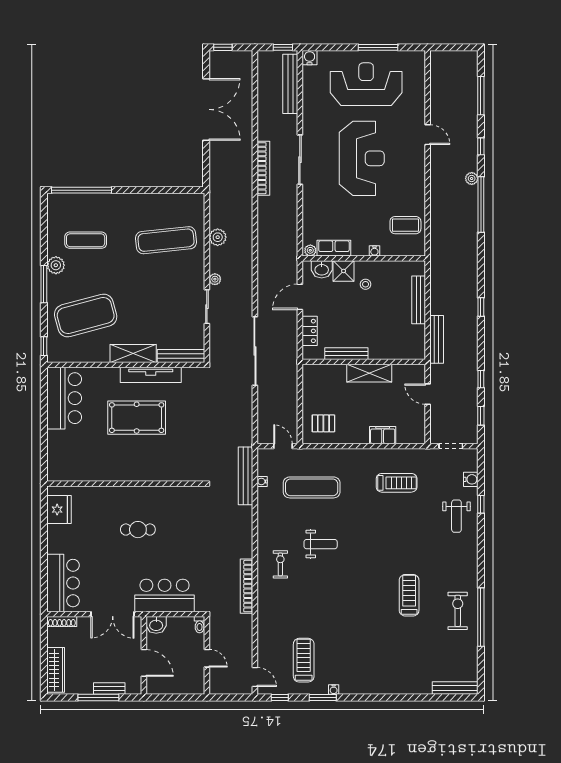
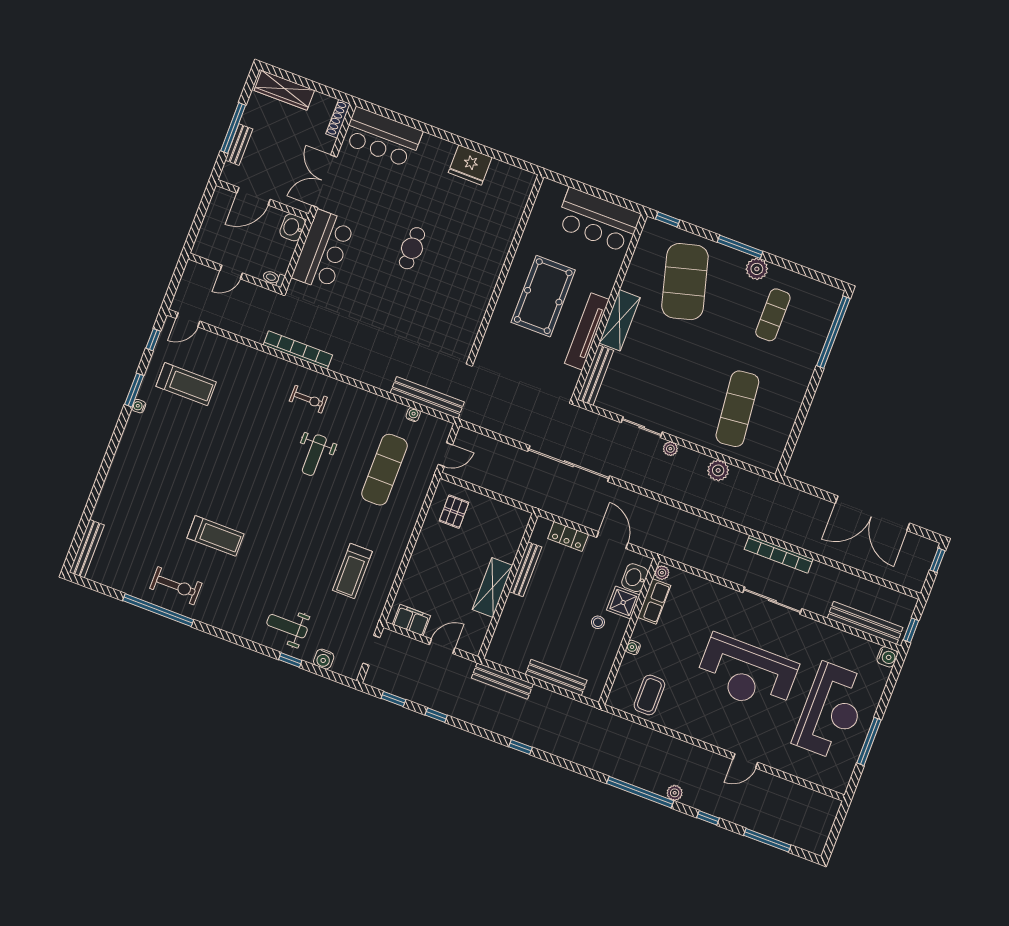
filing cabinet: (383, 435) -> (411, 620), moved, turned -90
wall: (126, 484) -> (506, 268), moved

